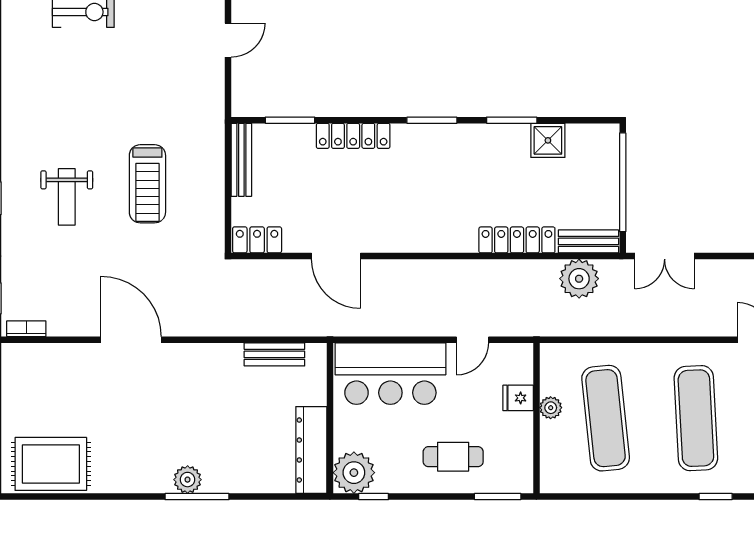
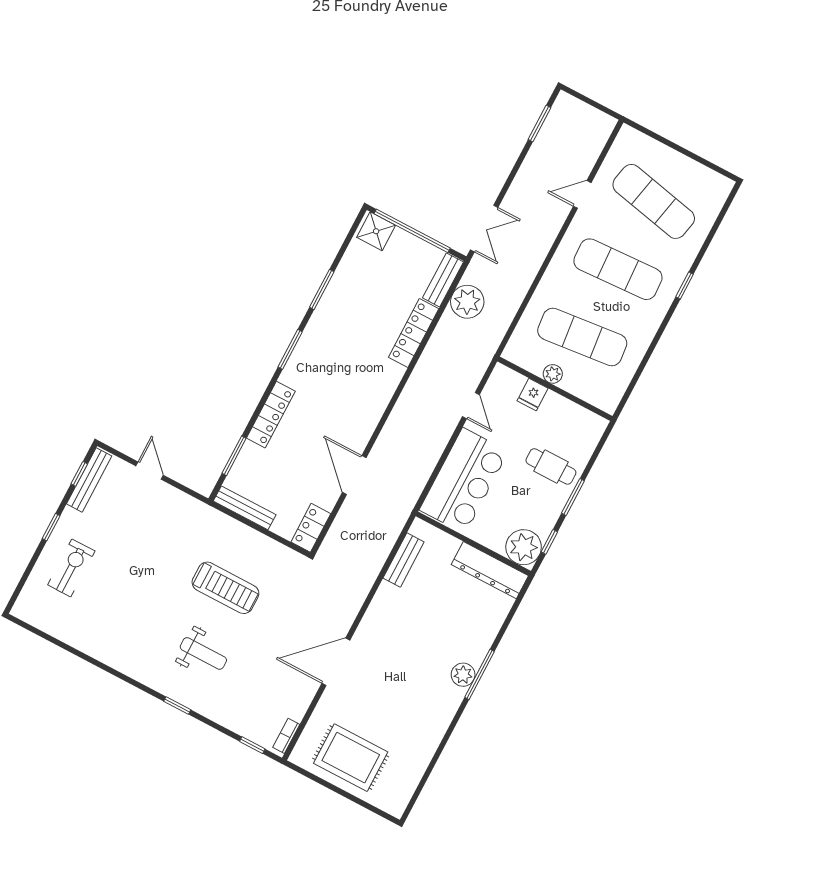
shower: (548, 140) -> (376, 231), moved
door: (336, 256) -> (354, 475), swing flipped
cafe table: (453, 457) -> (551, 466), turned 90
rug: (51, 464) -> (351, 758), moved, turned 90
window: (498, 497) -> (573, 497), moved

